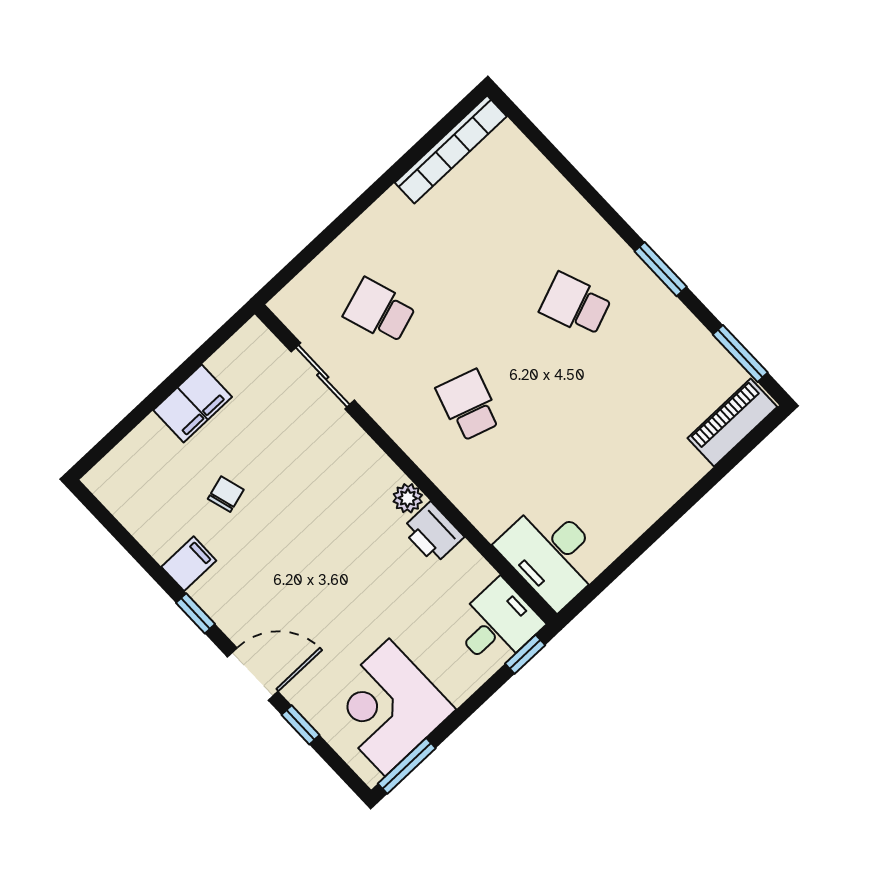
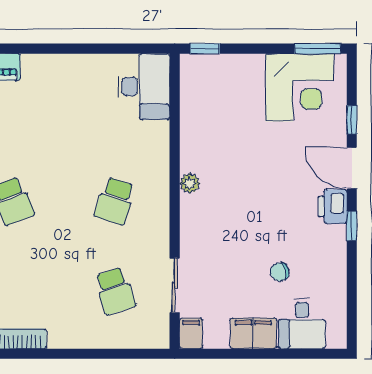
printer: (433, 533) -> (333, 207), moved, turned 180
filing cabinet: (189, 564) -> (191, 333), moved, turned 90
desk: (497, 625) -> (302, 323), moved, turned -90

